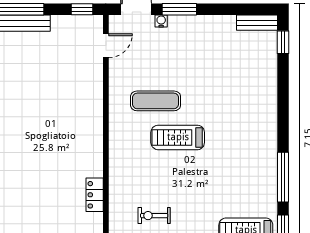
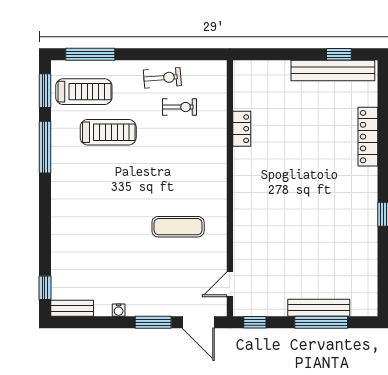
water cooler: (161, 21) -> (119, 310), moved
treadmill: (178, 137) -> (108, 132), moved

